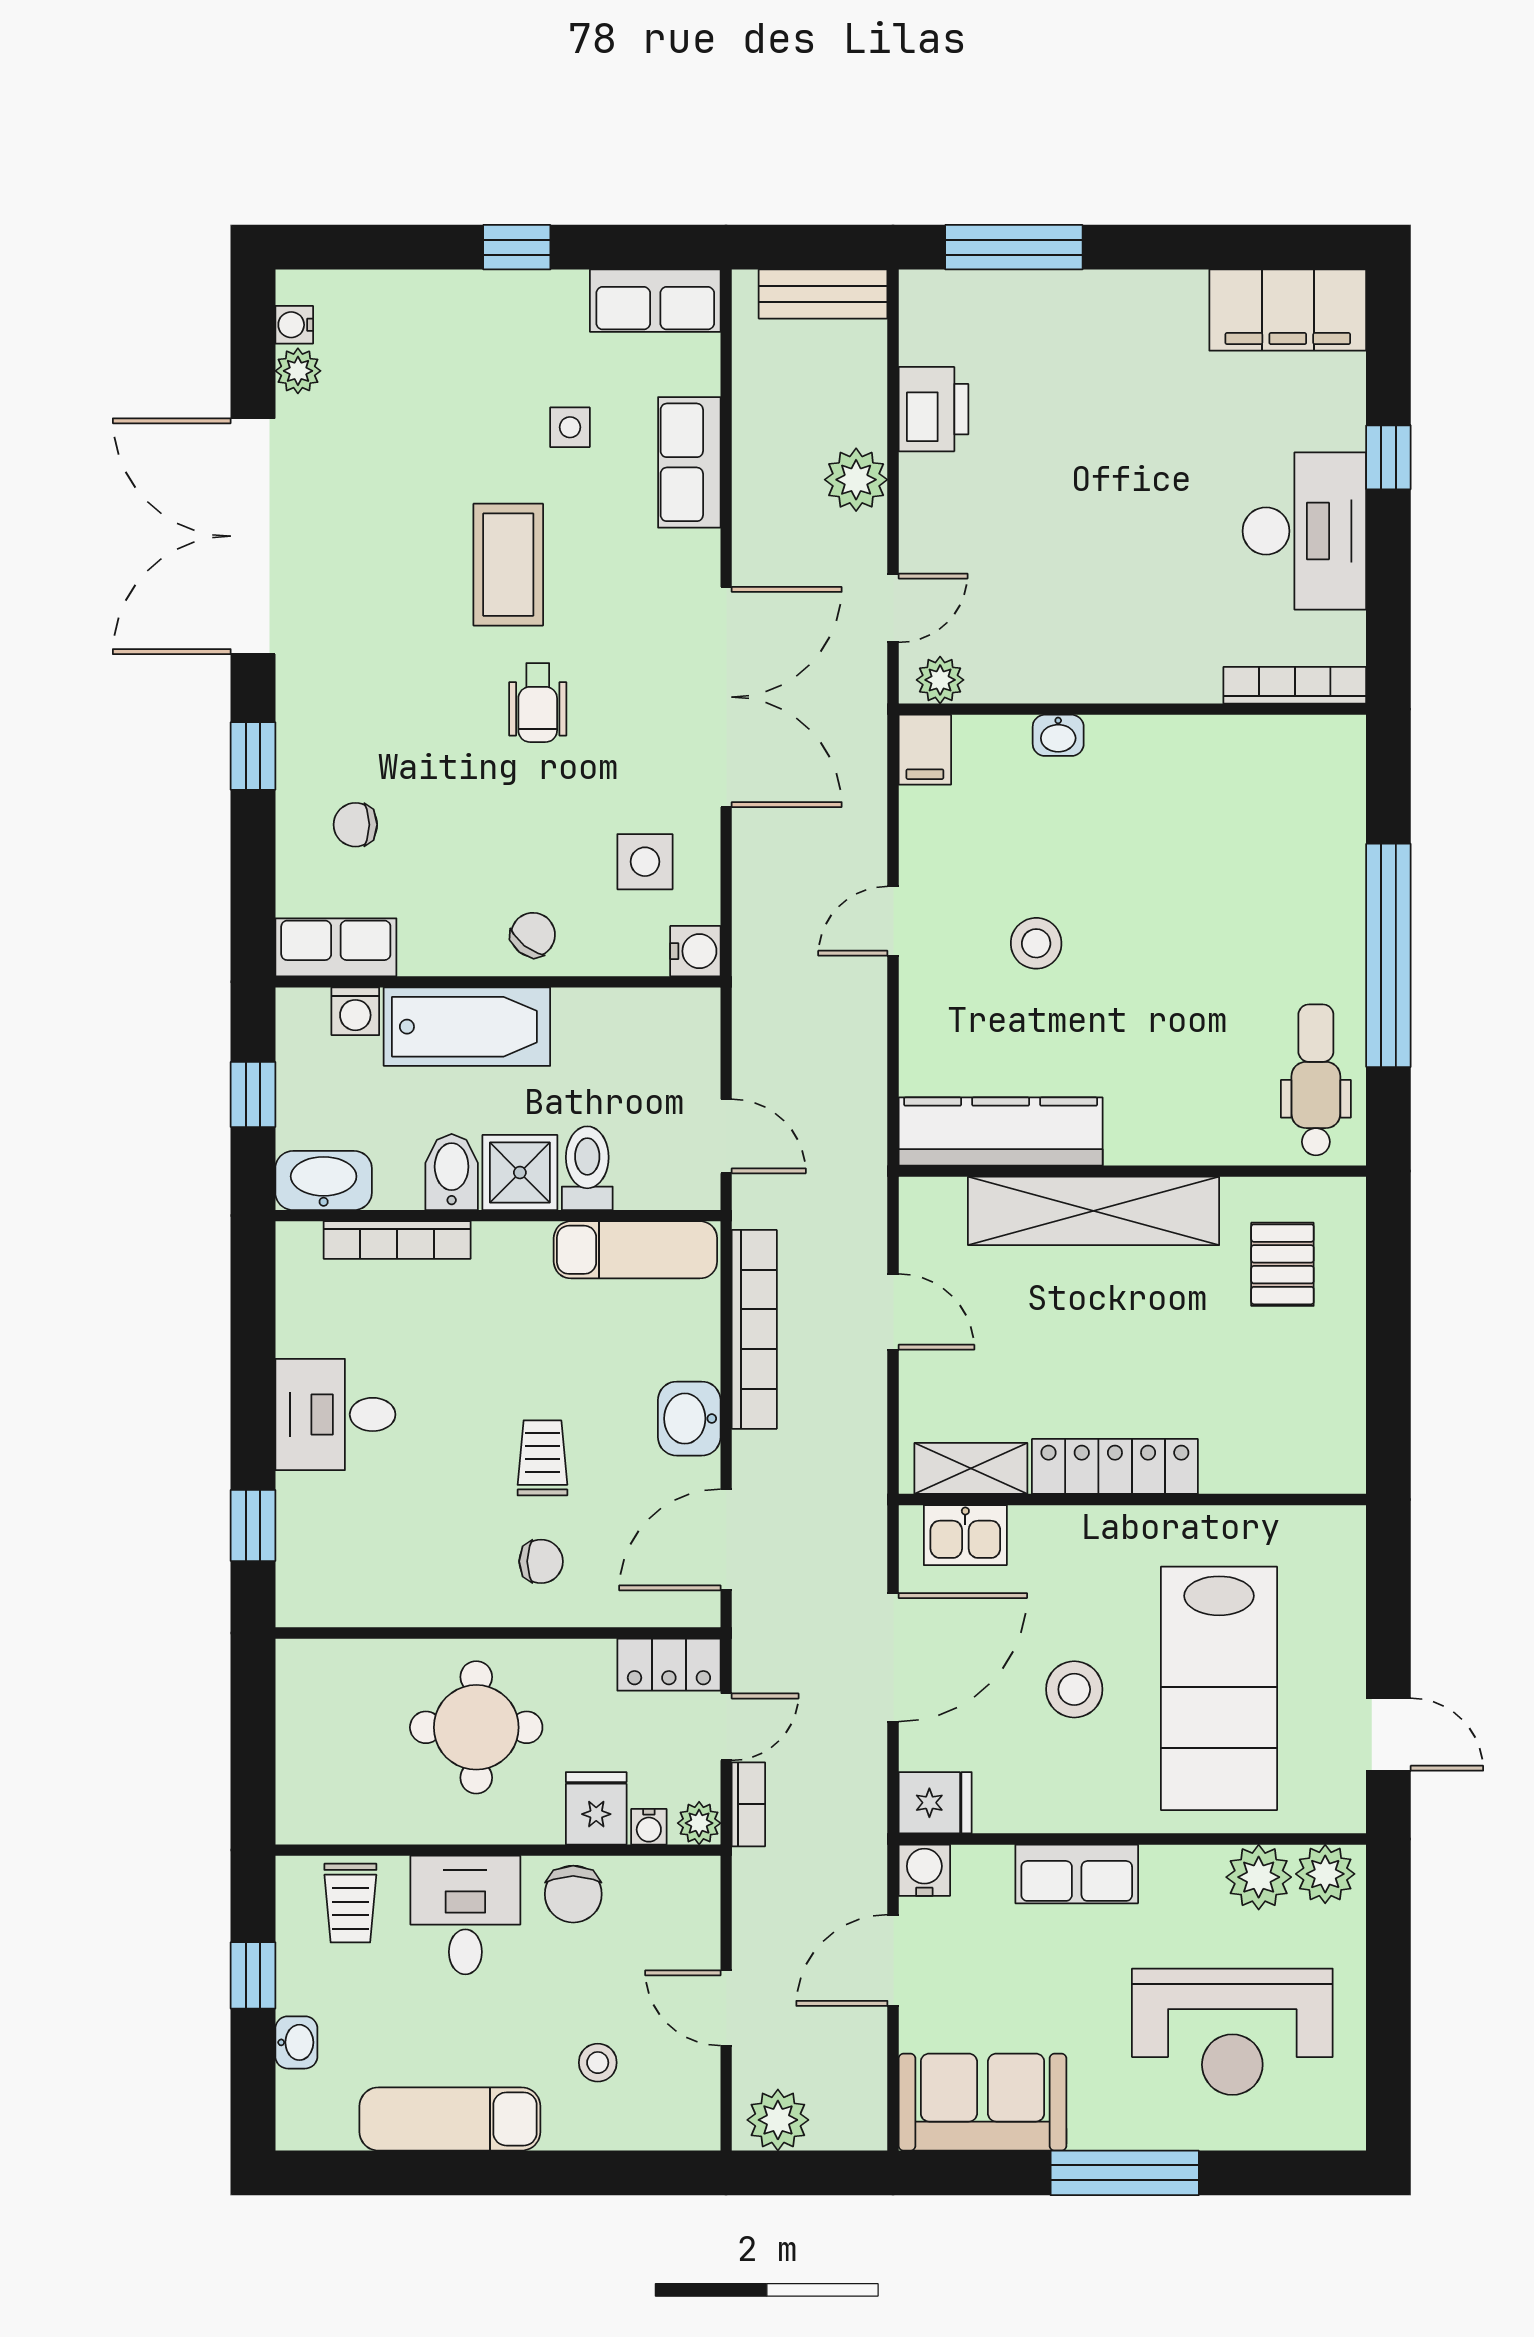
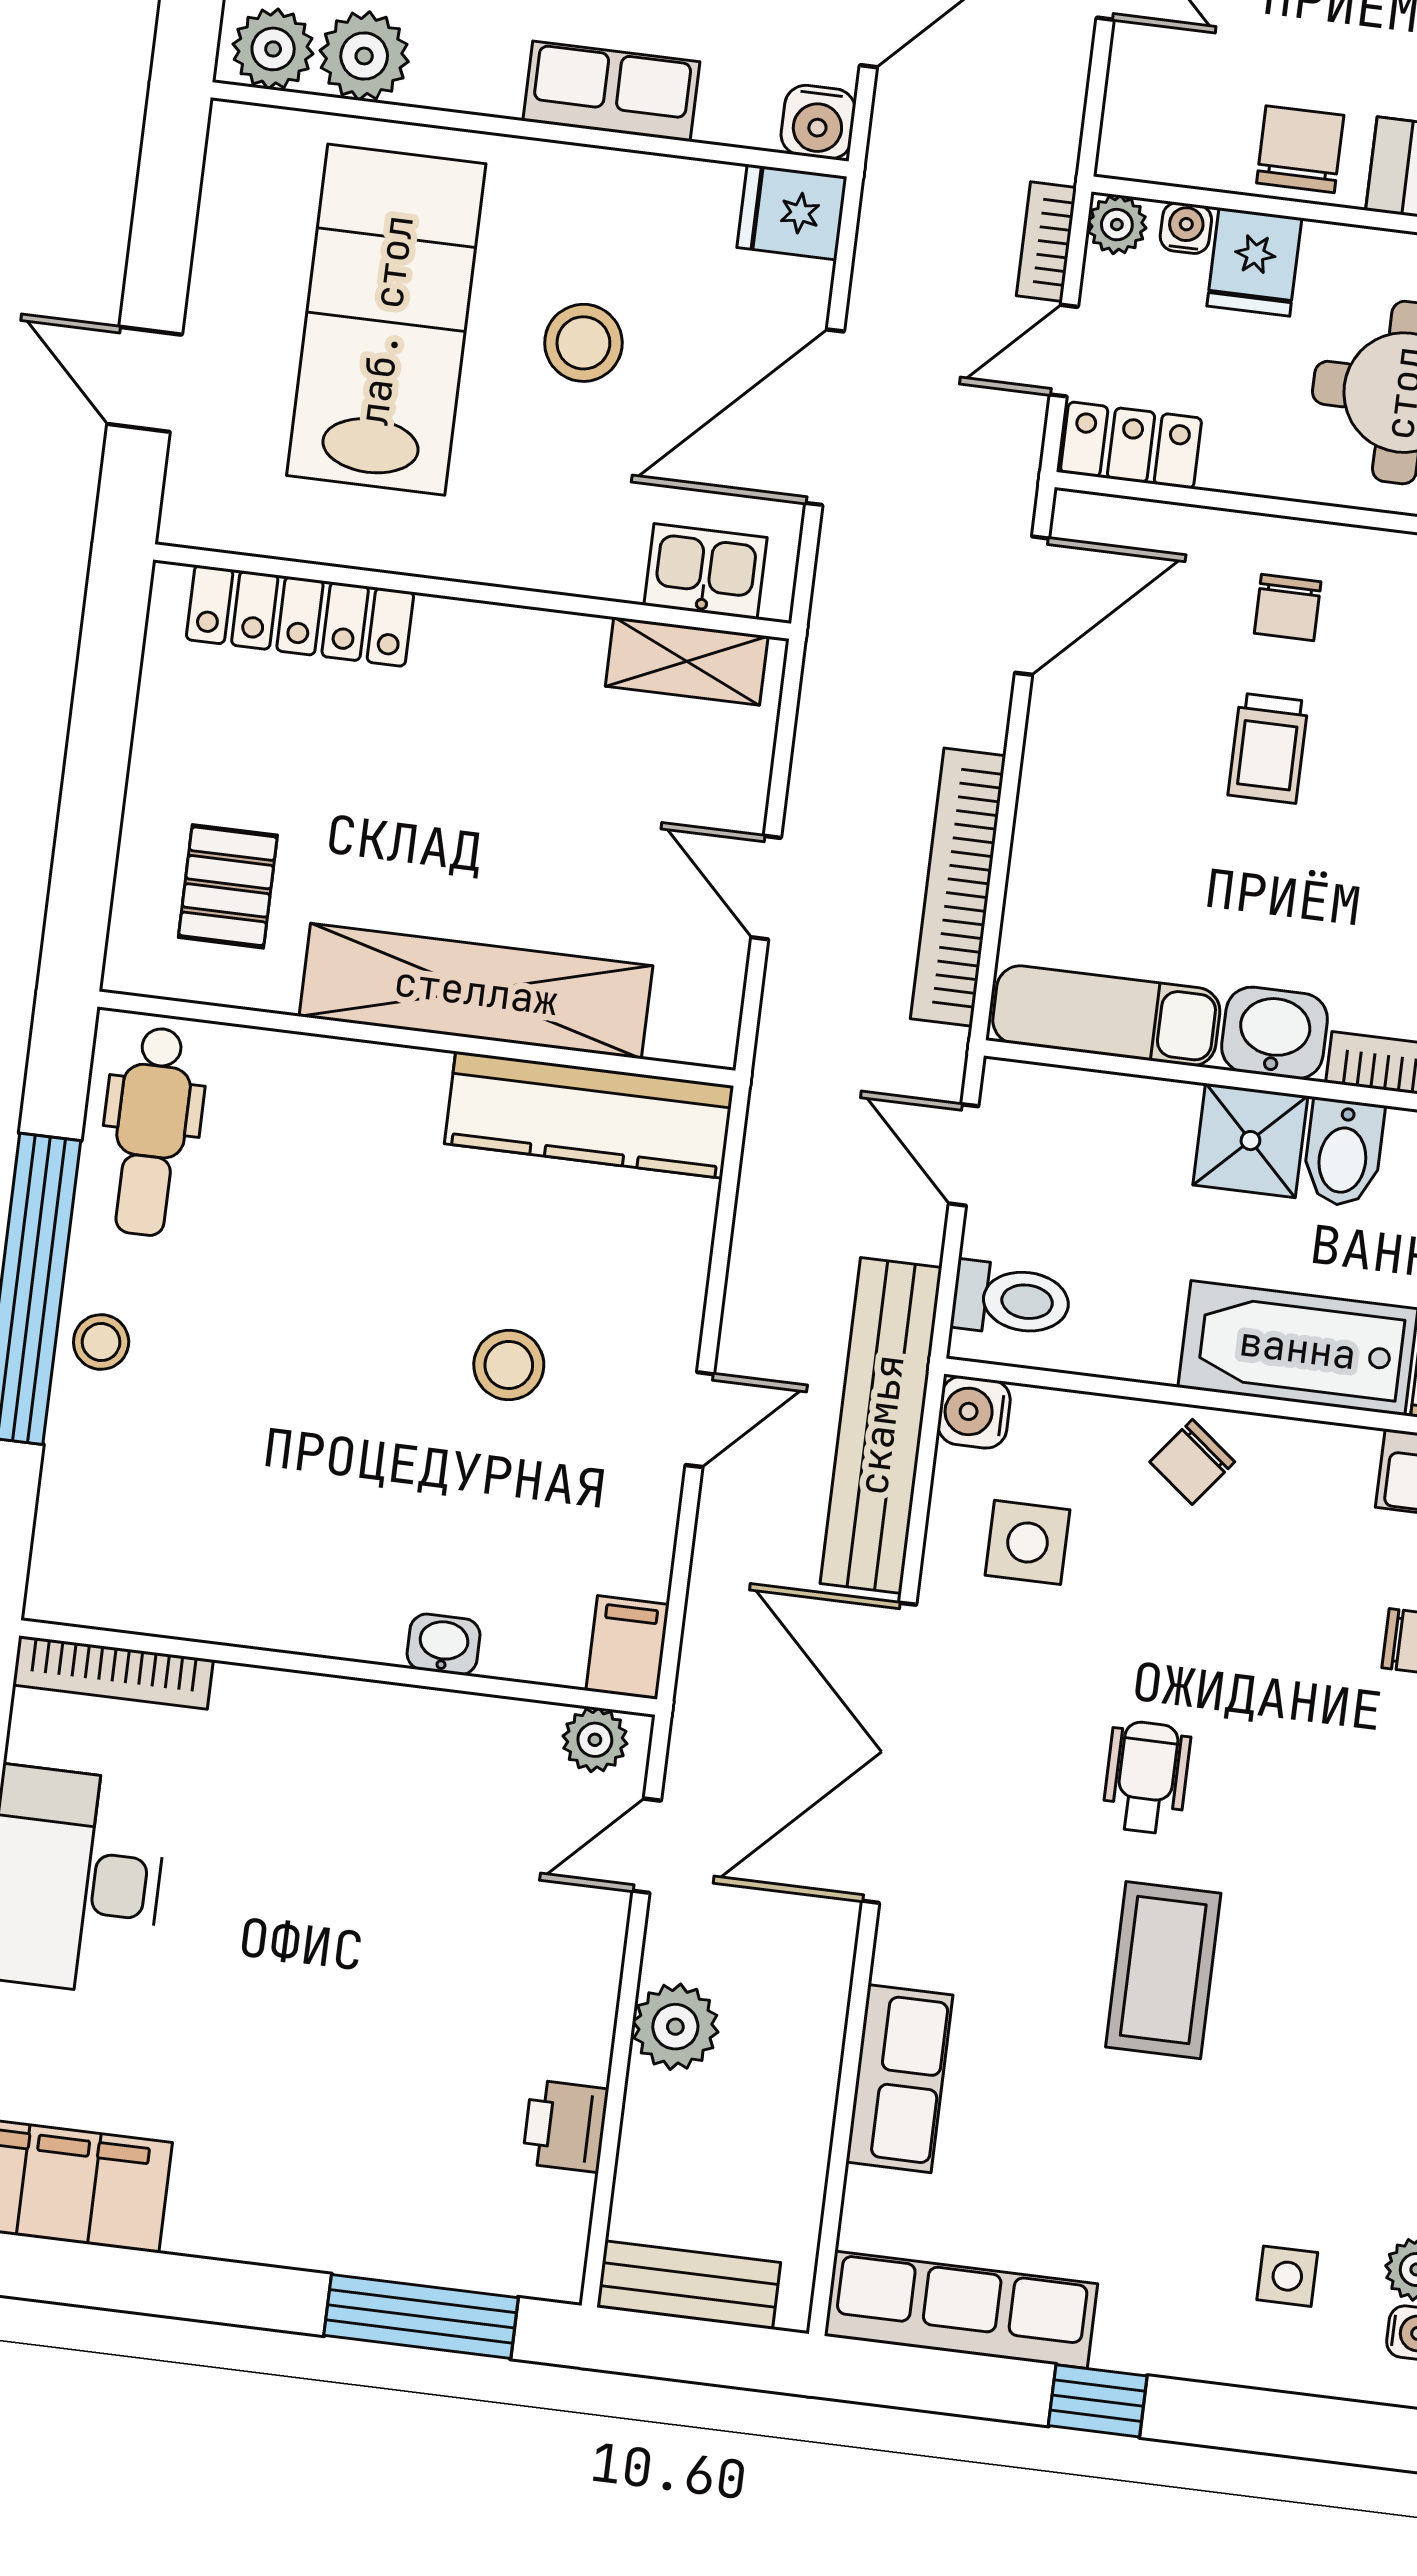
row of seats: (655, 301) -> (961, 2310), width x1.48
printer: (933, 409) -> (565, 2126), width x0.73, depth x0.81
side table: (570, 427) -> (1287, 2276), moved
stool: (1333, 923) -> (101, 1342), added
bench: (761, 933) -> (881, 1425), added
toilet: (587, 1168) -> (1011, 1300), moved, turned -90
washbasin: (689, 1419) -> (1274, 1033), moved, turned -90
locker: (1115, 1466) -> (300, 616), moved
chair: (541, 1561) -> (1288, 607), turned -90
door: (1388, 1734) -> (145, 379), moved

